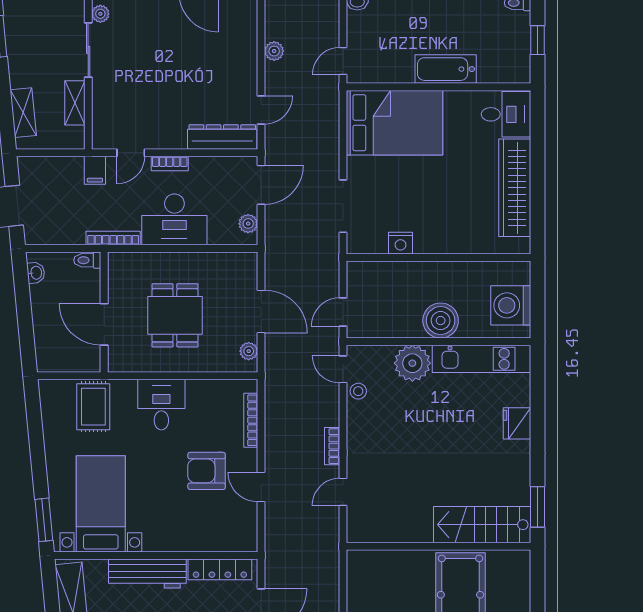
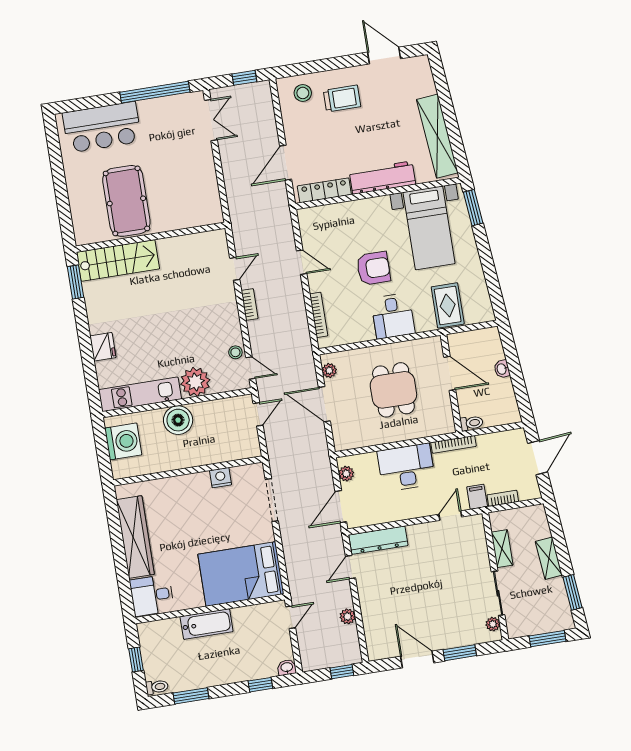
shelving: (23, 113) -> (549, 558), moved
bookcase: (170, 164) -> (503, 498), moved
washbasin: (36, 273) -> (502, 369), moved
armchair: (207, 471) -> (373, 268), moved

